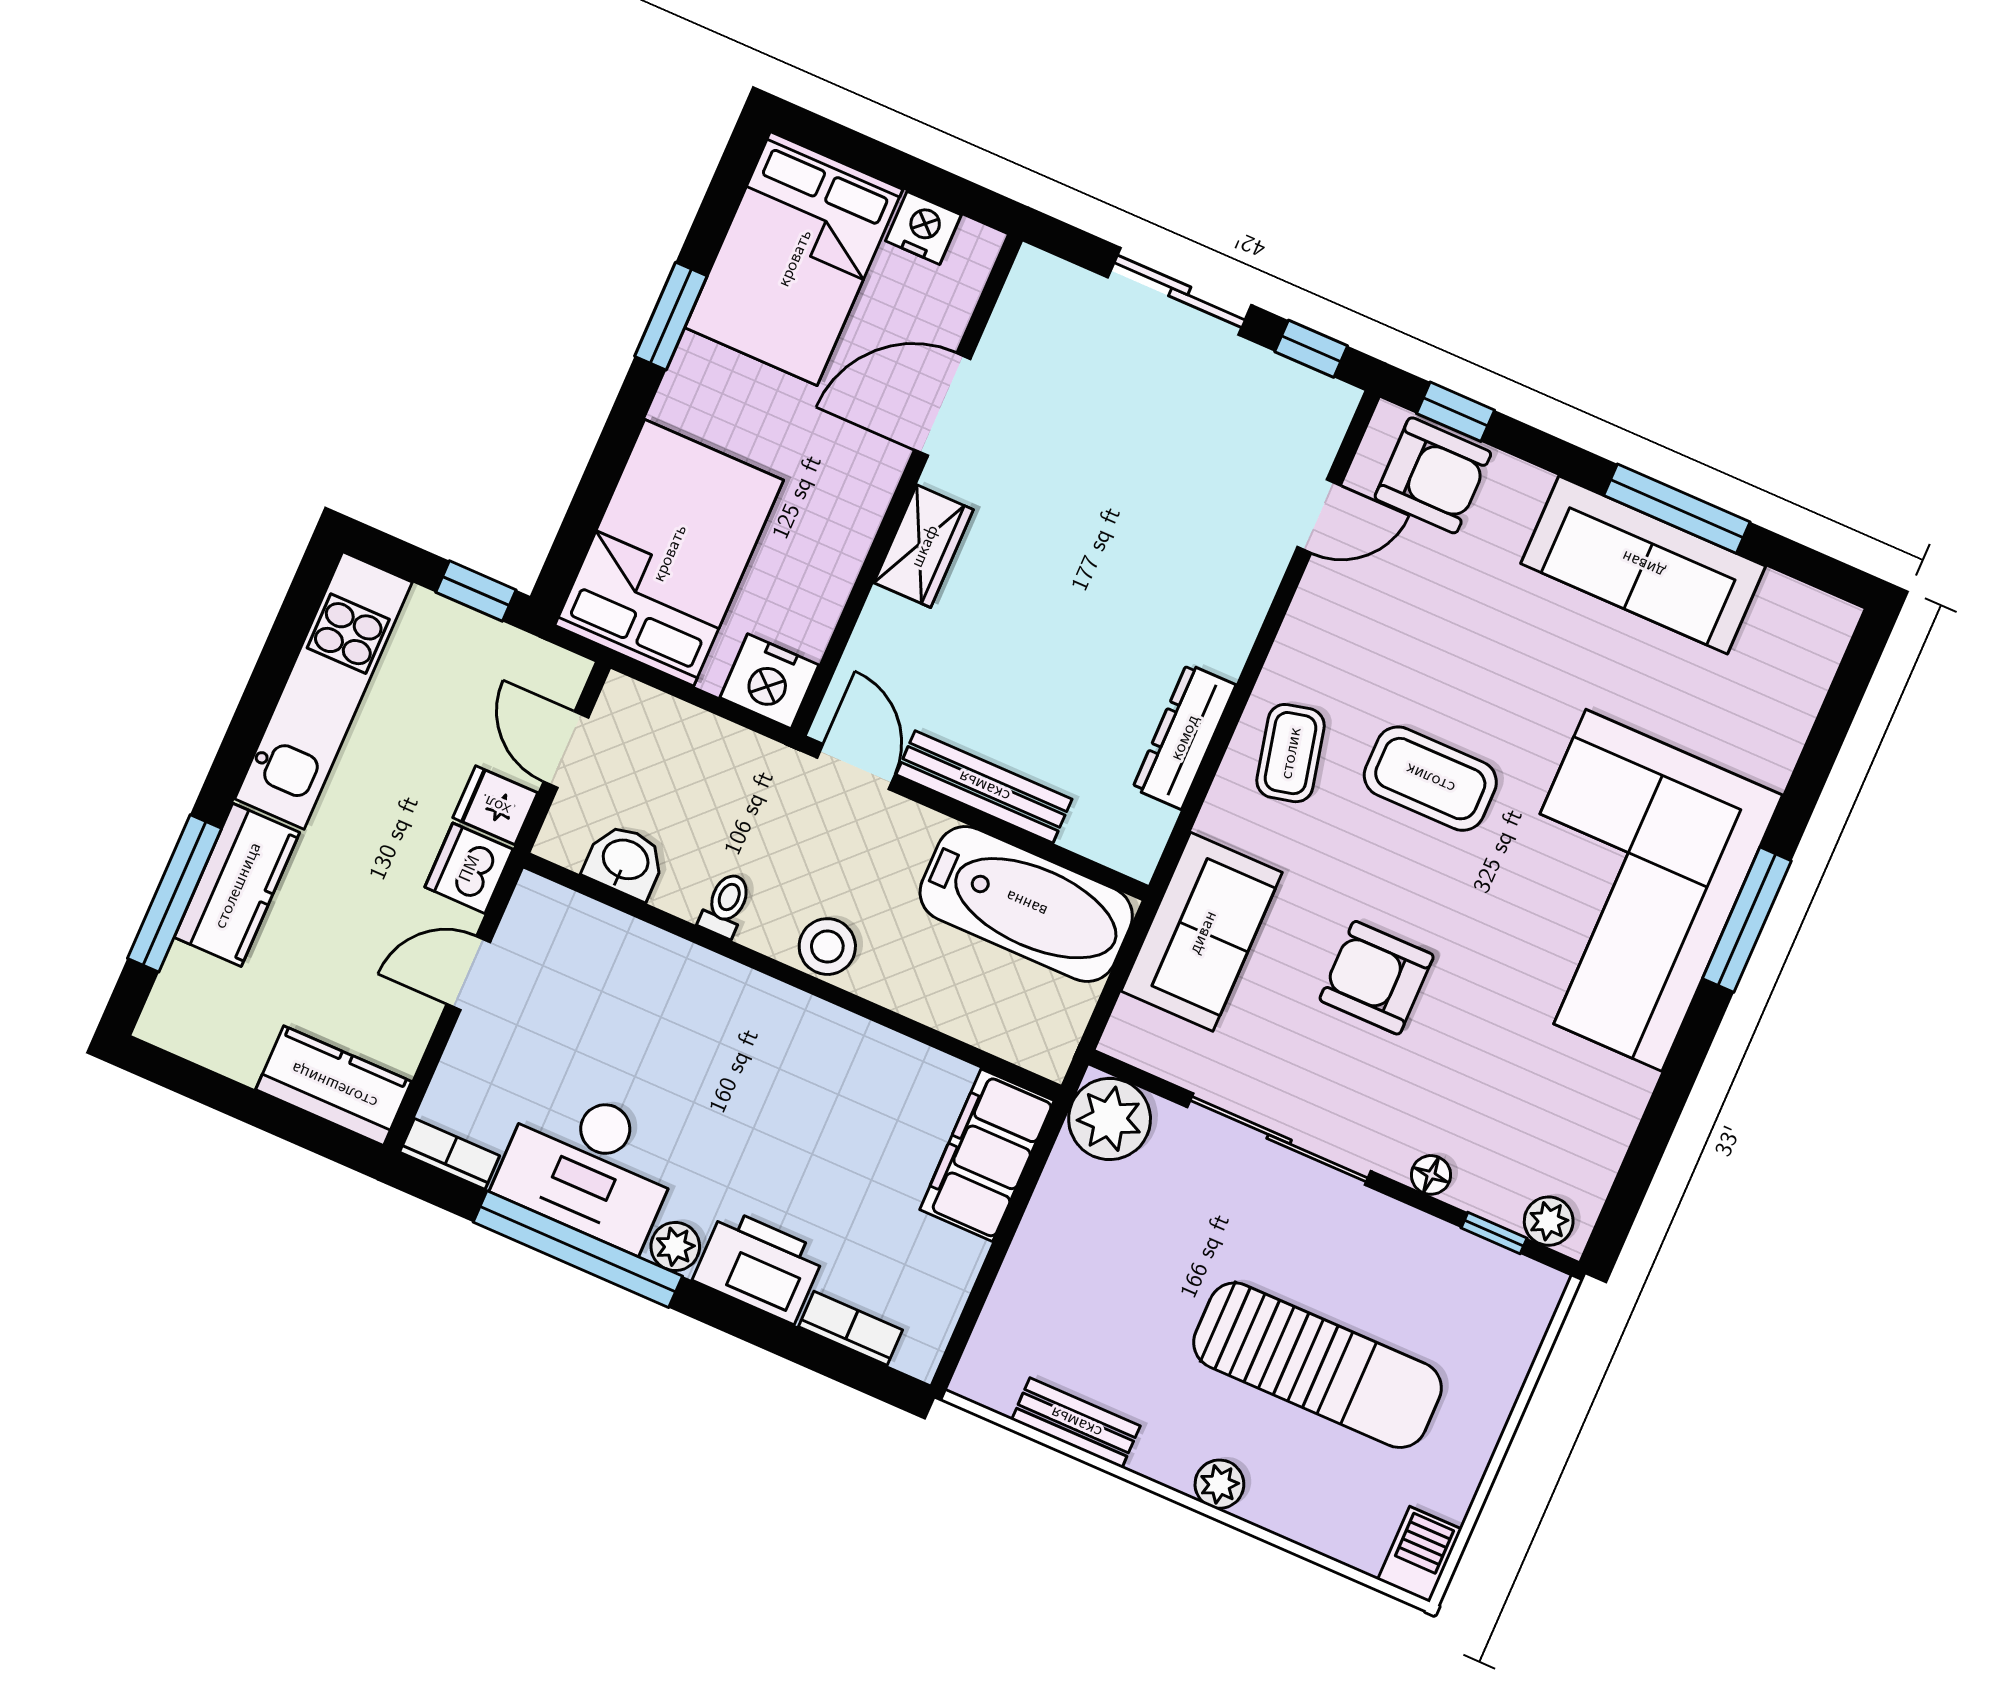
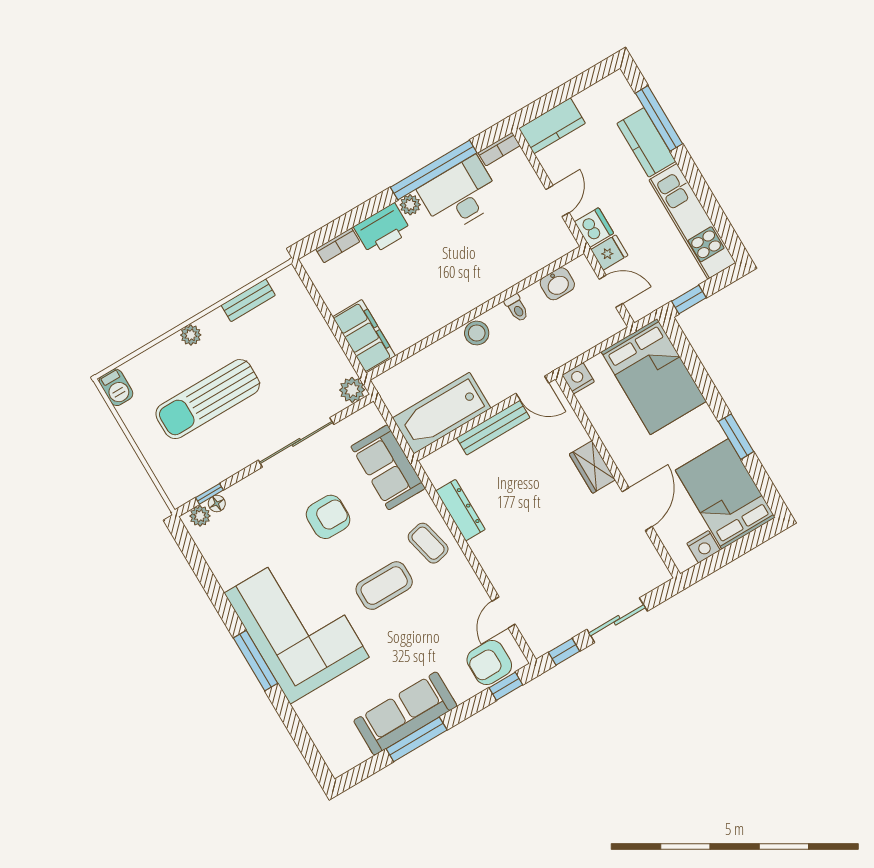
nightstand: (769, 681) -> (578, 378), width x0.74, depth x0.75
plant: (1110, 1119) -> (352, 390), width x0.73, depth x0.73
floor lamp: (1431, 1175) -> (217, 504), moved

